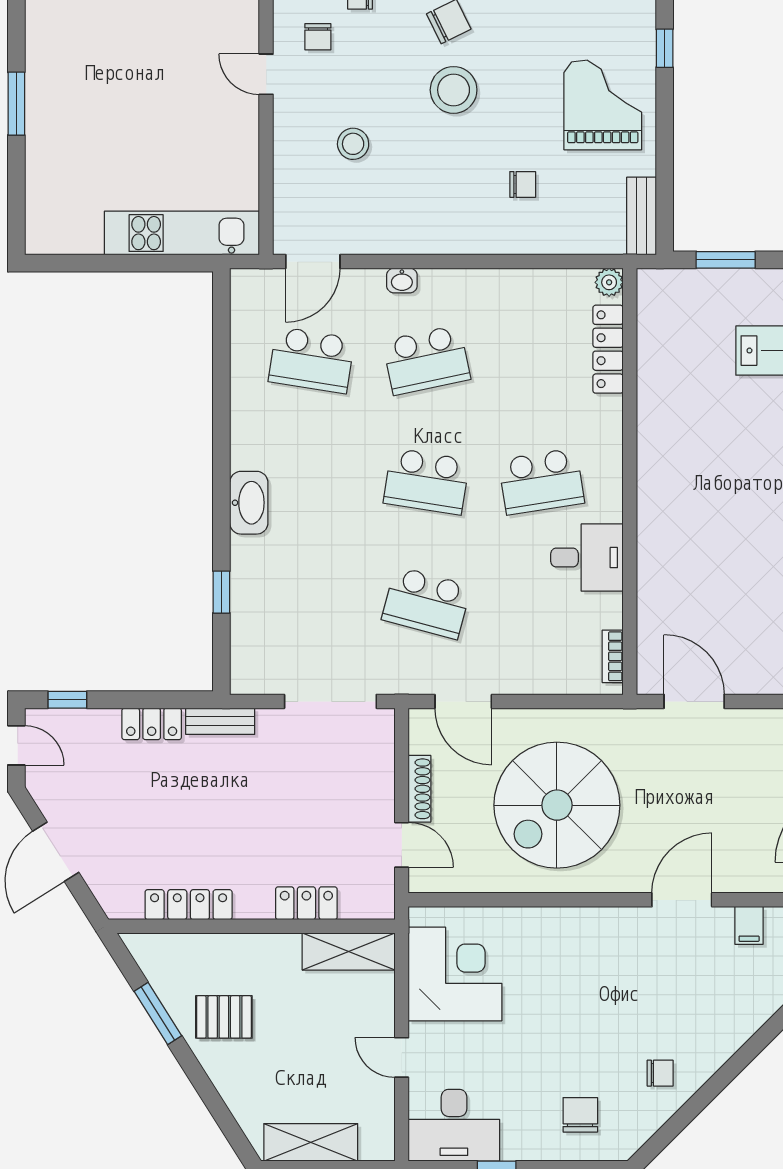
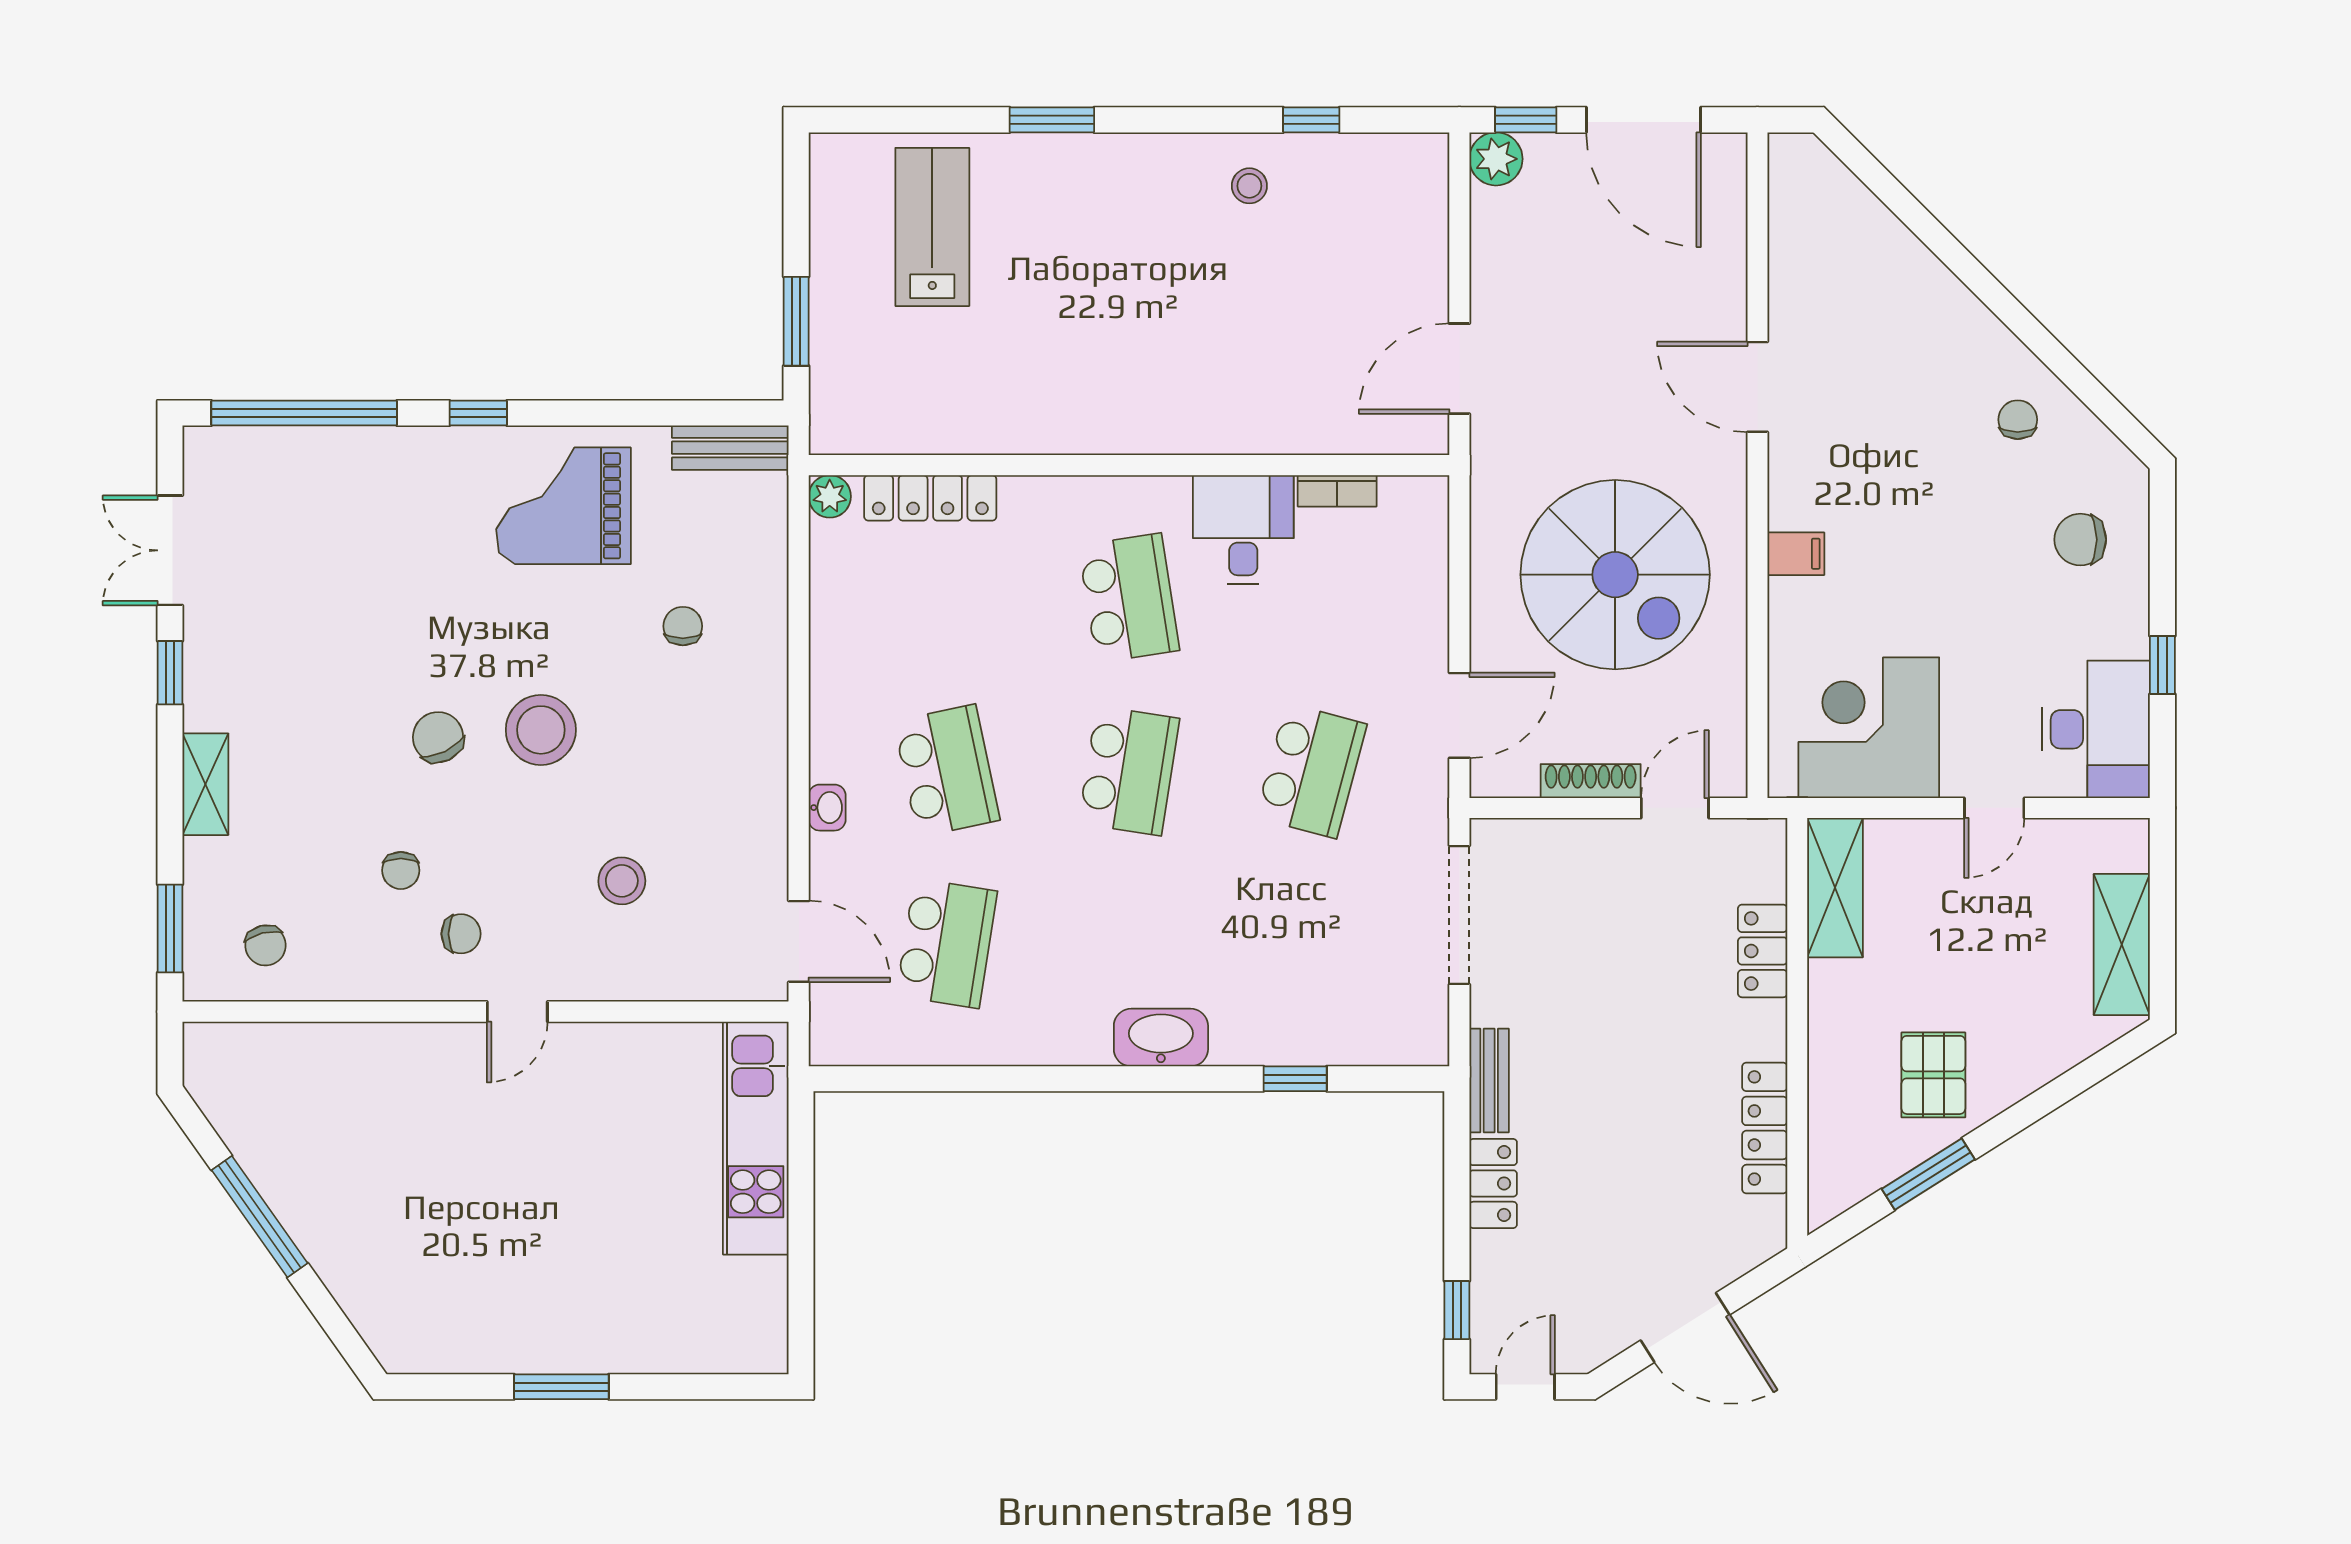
bookcase: (613, 656) -> (1337, 491), moved
filing cabinet: (749, 925) -> (1796, 554), moved

